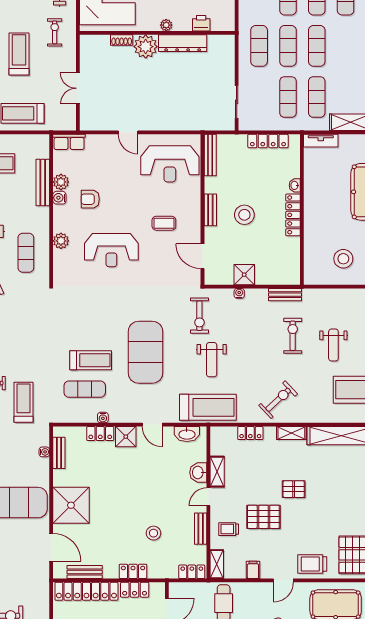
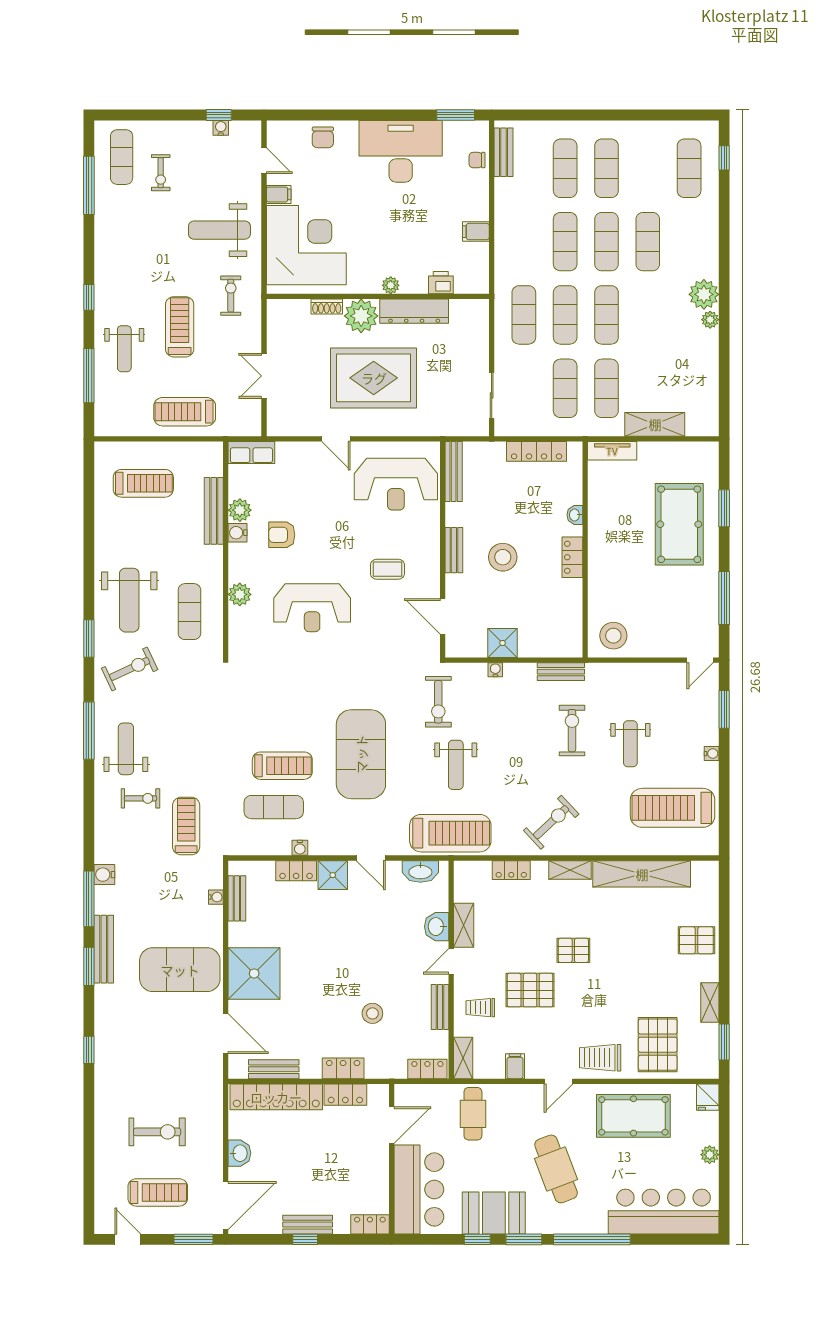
rug: (154, 90) -> (374, 378), added
locker: (293, 215) -> (572, 557), width x0.66
stool: (343, 259) -> (613, 636), moved

